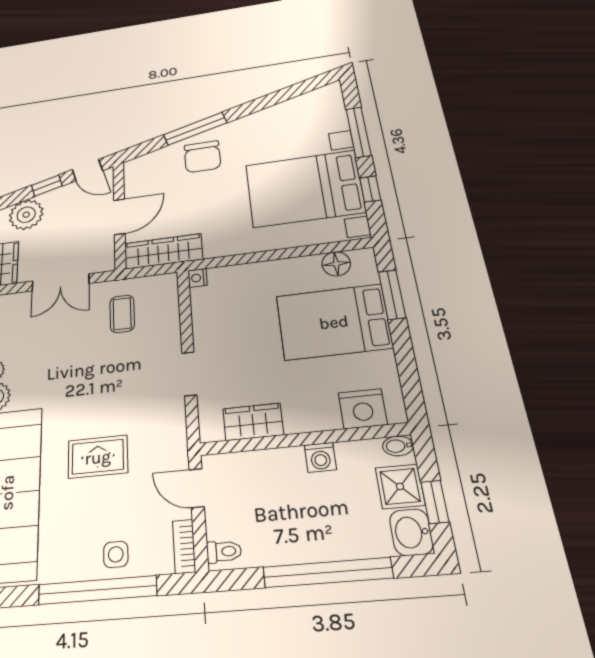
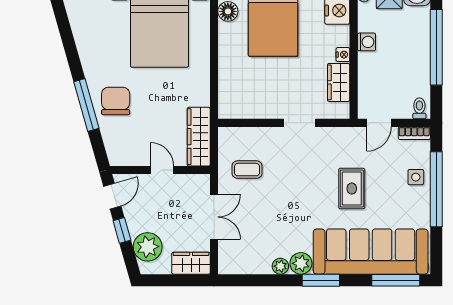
chair: (202, 157) -> (116, 101), turned -90
door: (119, 217) -> (162, 170), width x0.73
nightstand: (197, 278) -> (343, 55), moved, turned -90

